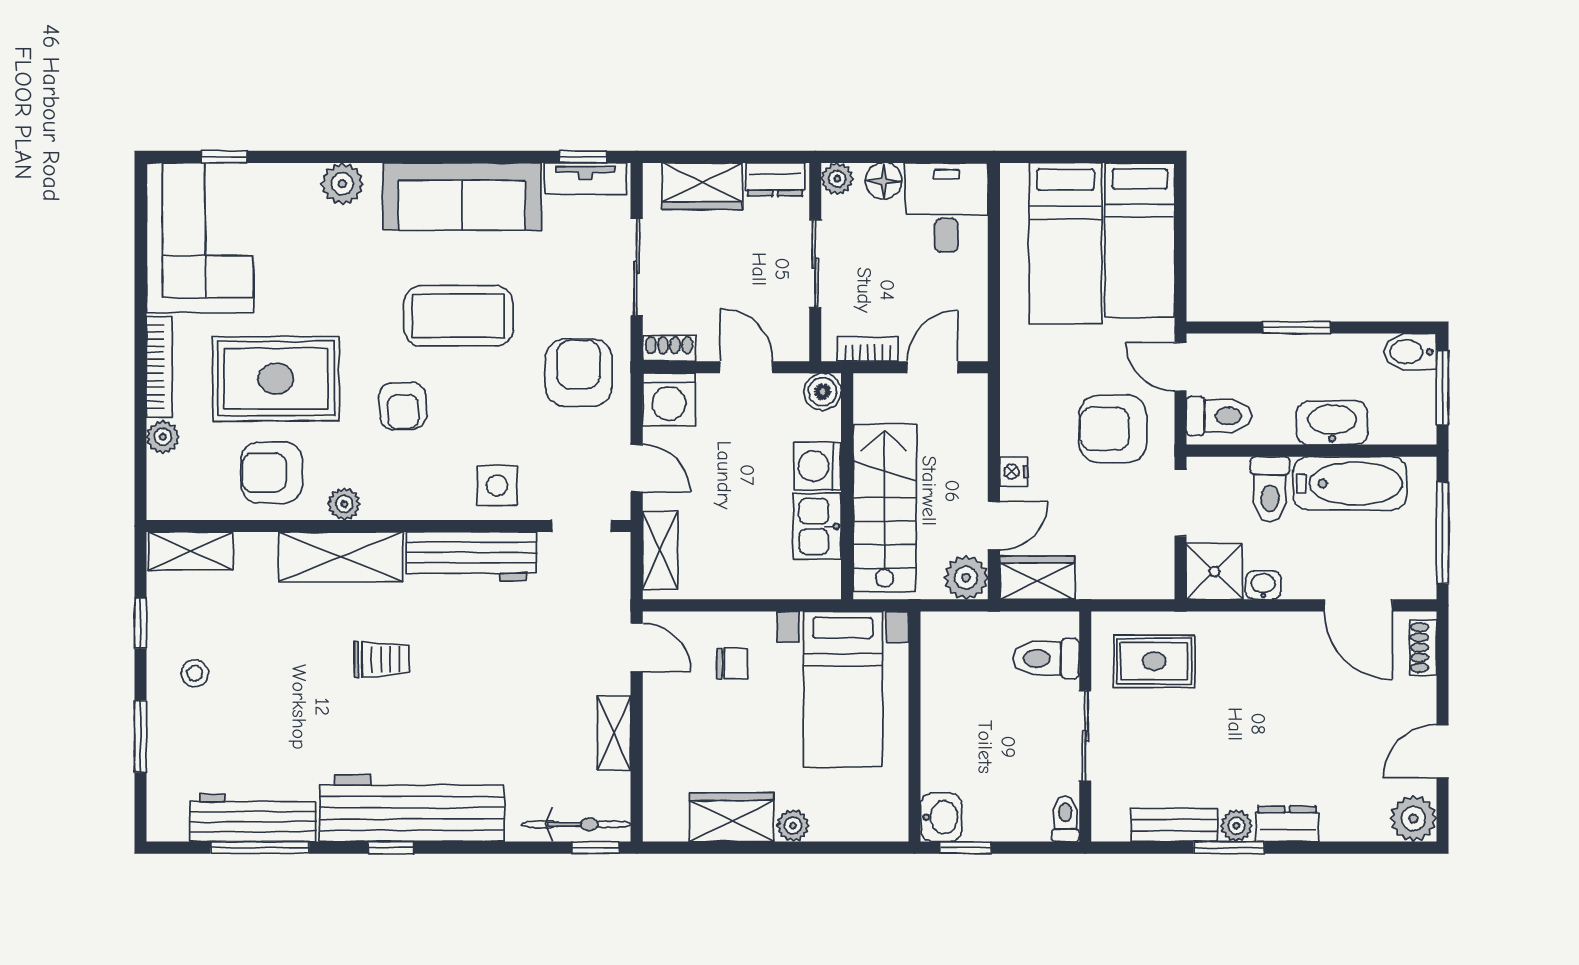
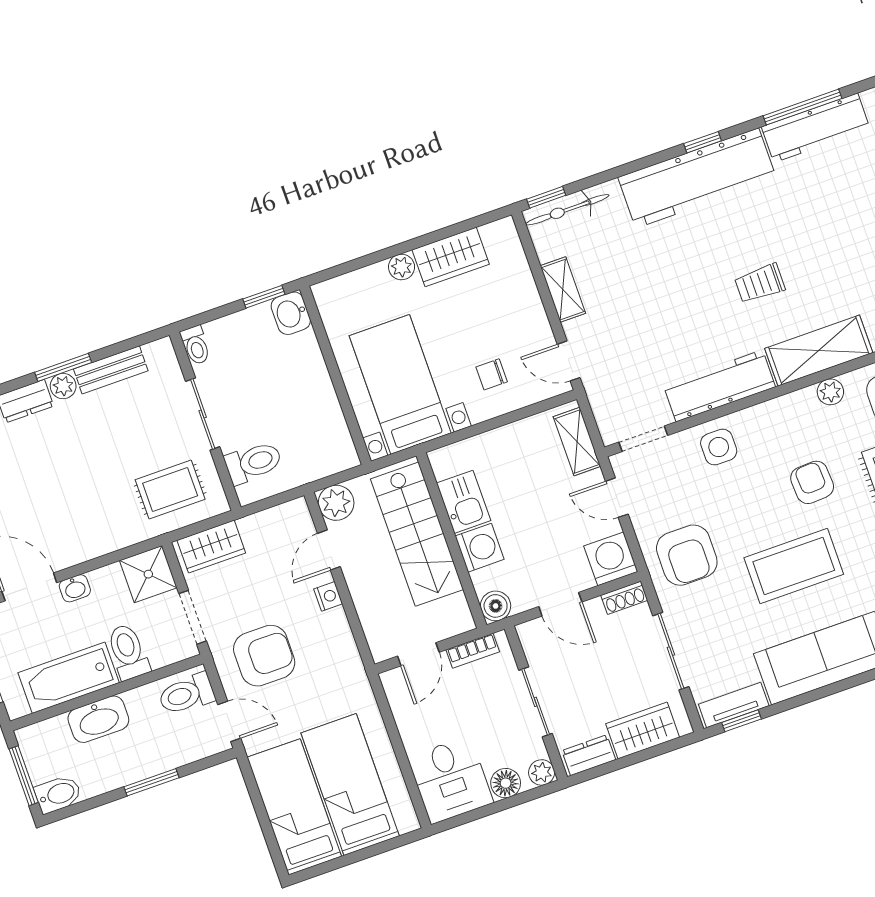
wardrobe: (1037, 578) -> (211, 547), moved
washbasin: (1263, 585) -> (75, 588), moved

